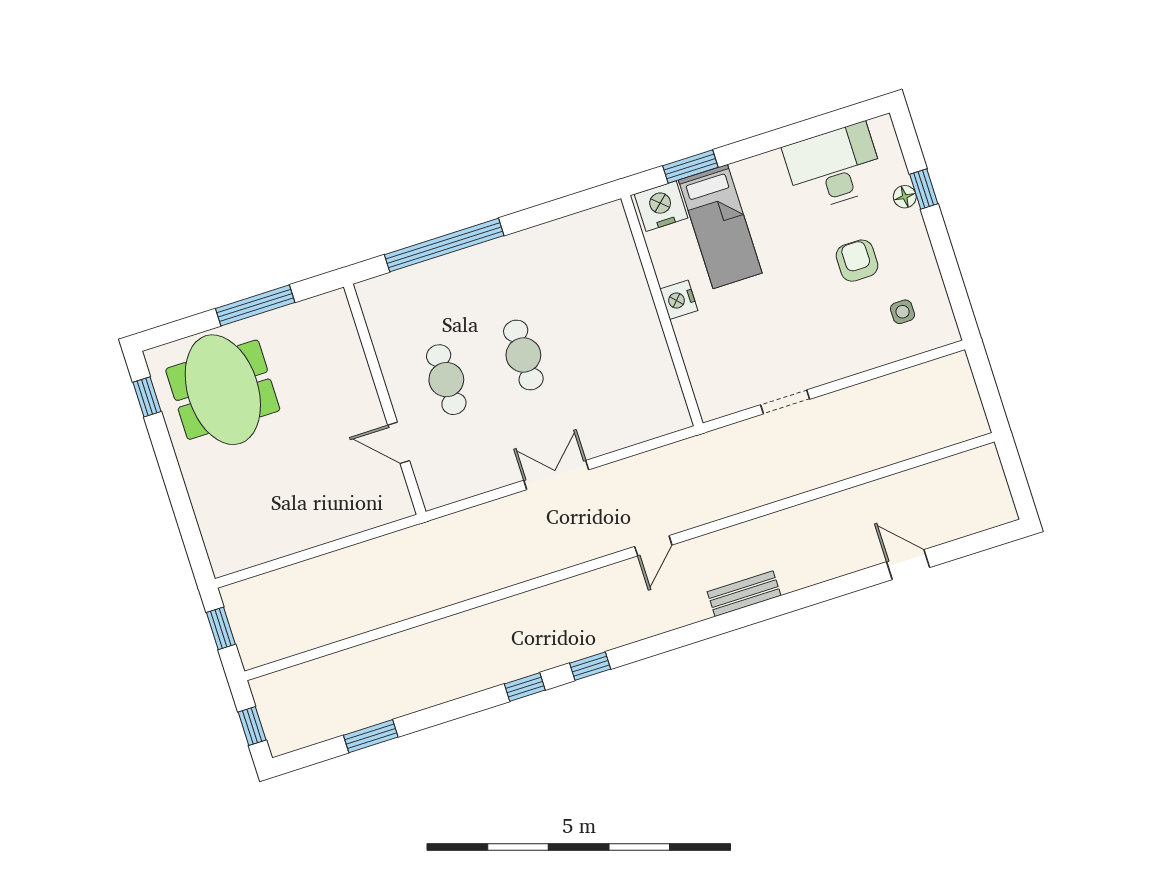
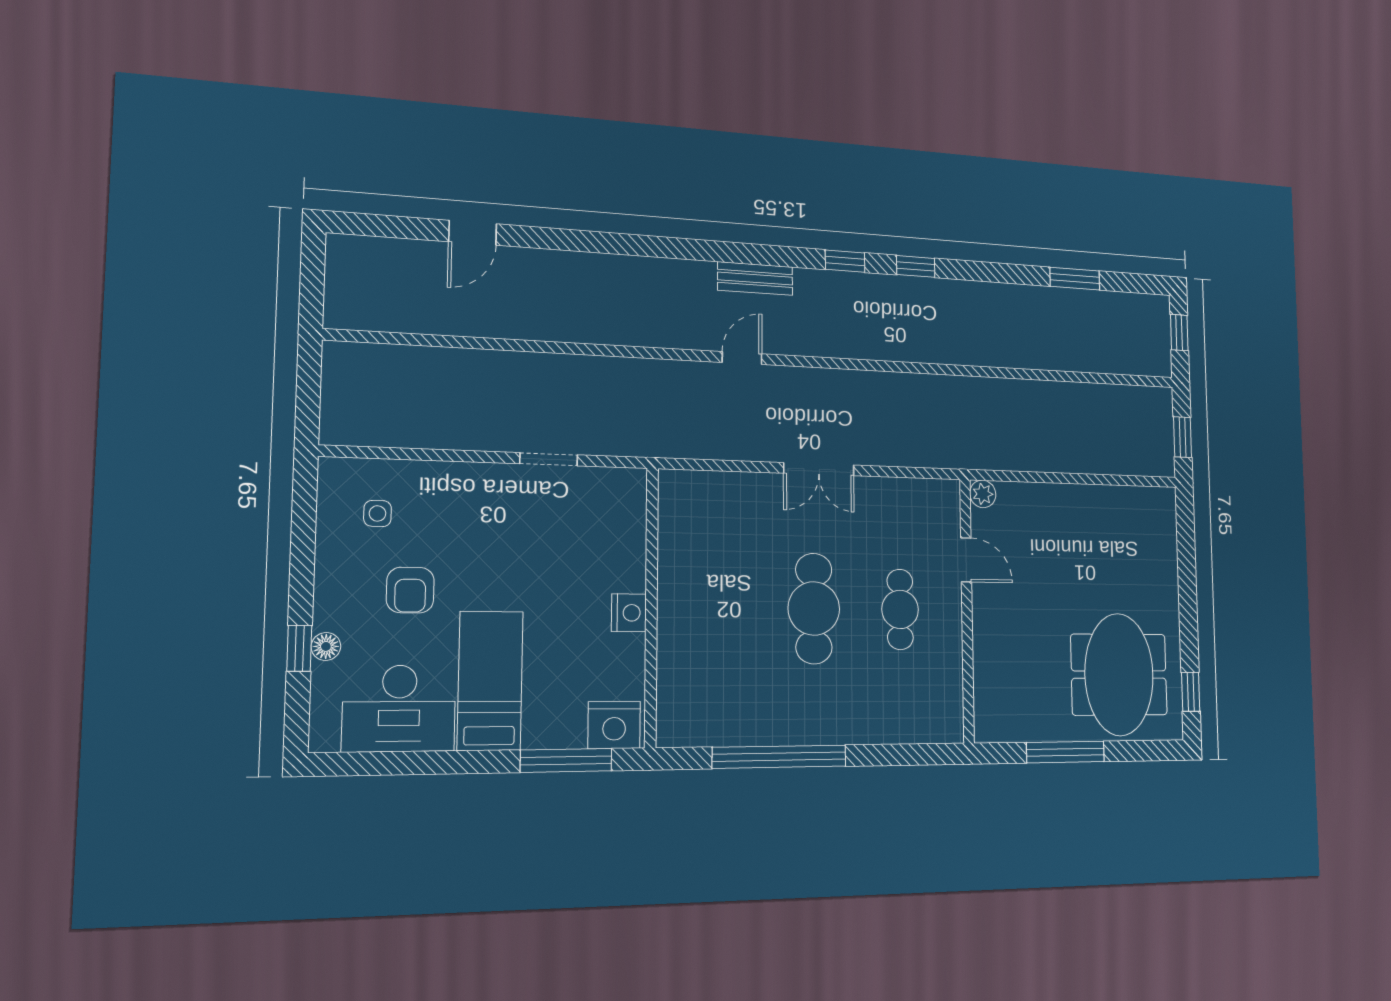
window: (690, 167) -> (566, 760), width x1.44
bed: (720, 227) -> (490, 681), moved
window: (444, 245) -> (780, 757), moved
cafe table: (523, 355) -> (814, 608), width x1.37, depth x1.35
plant: (401, 506) -> (983, 494), added
door: (908, 565) -> (473, 233), hinge flipped
bench: (744, 594) -> (755, 279), moved

